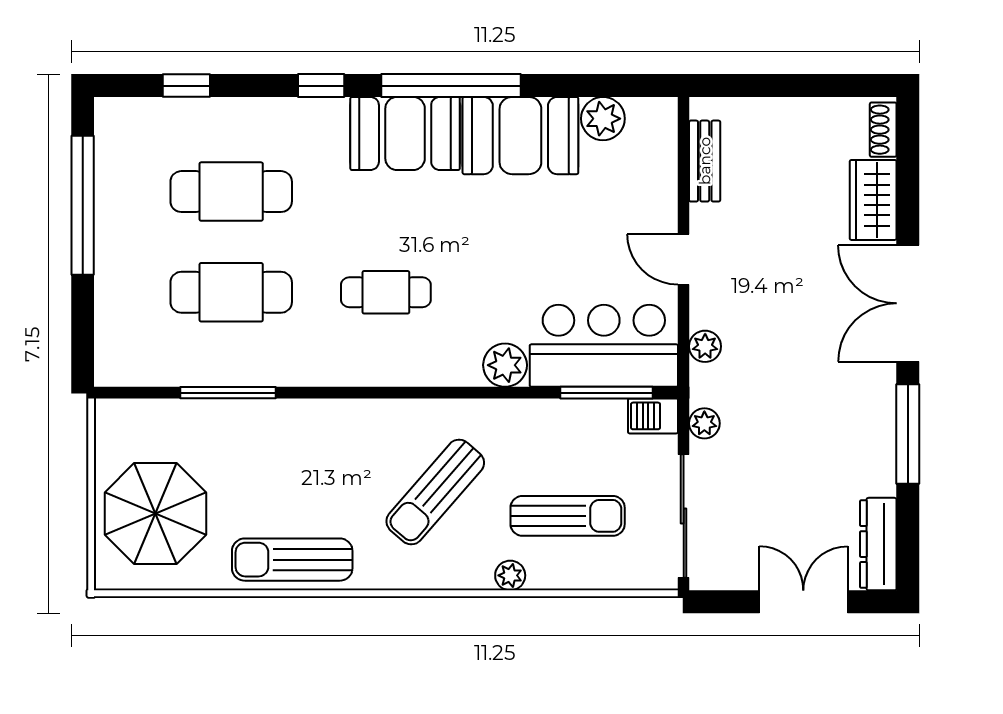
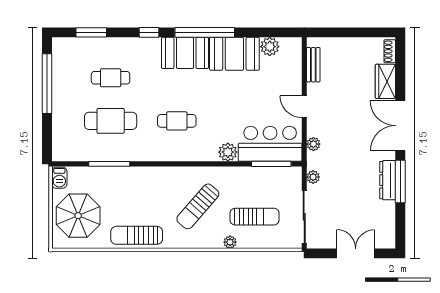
window: (186, 86) -> (91, 32), width x1.50
cafe table: (231, 192) -> (111, 78), width x0.73, depth x0.74
barbecue: (653, 416) -> (59, 178), moved, turned -90
dresser: (878, 544) -> (388, 180), moved

